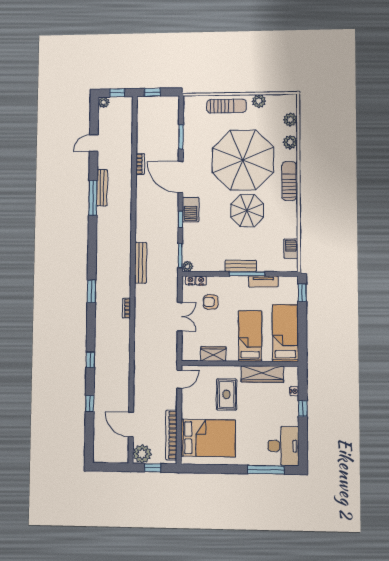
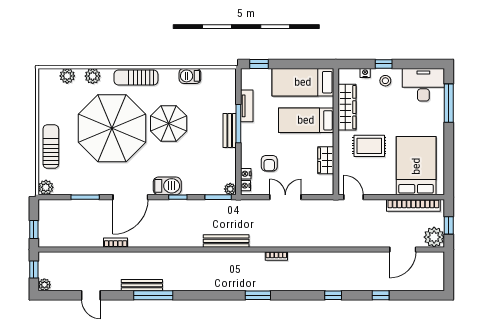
plant: (259, 101) -> (46, 187), moved
barbecue: (291, 249) -> (190, 76), moved
stool: (287, 410) -> (385, 81), added

